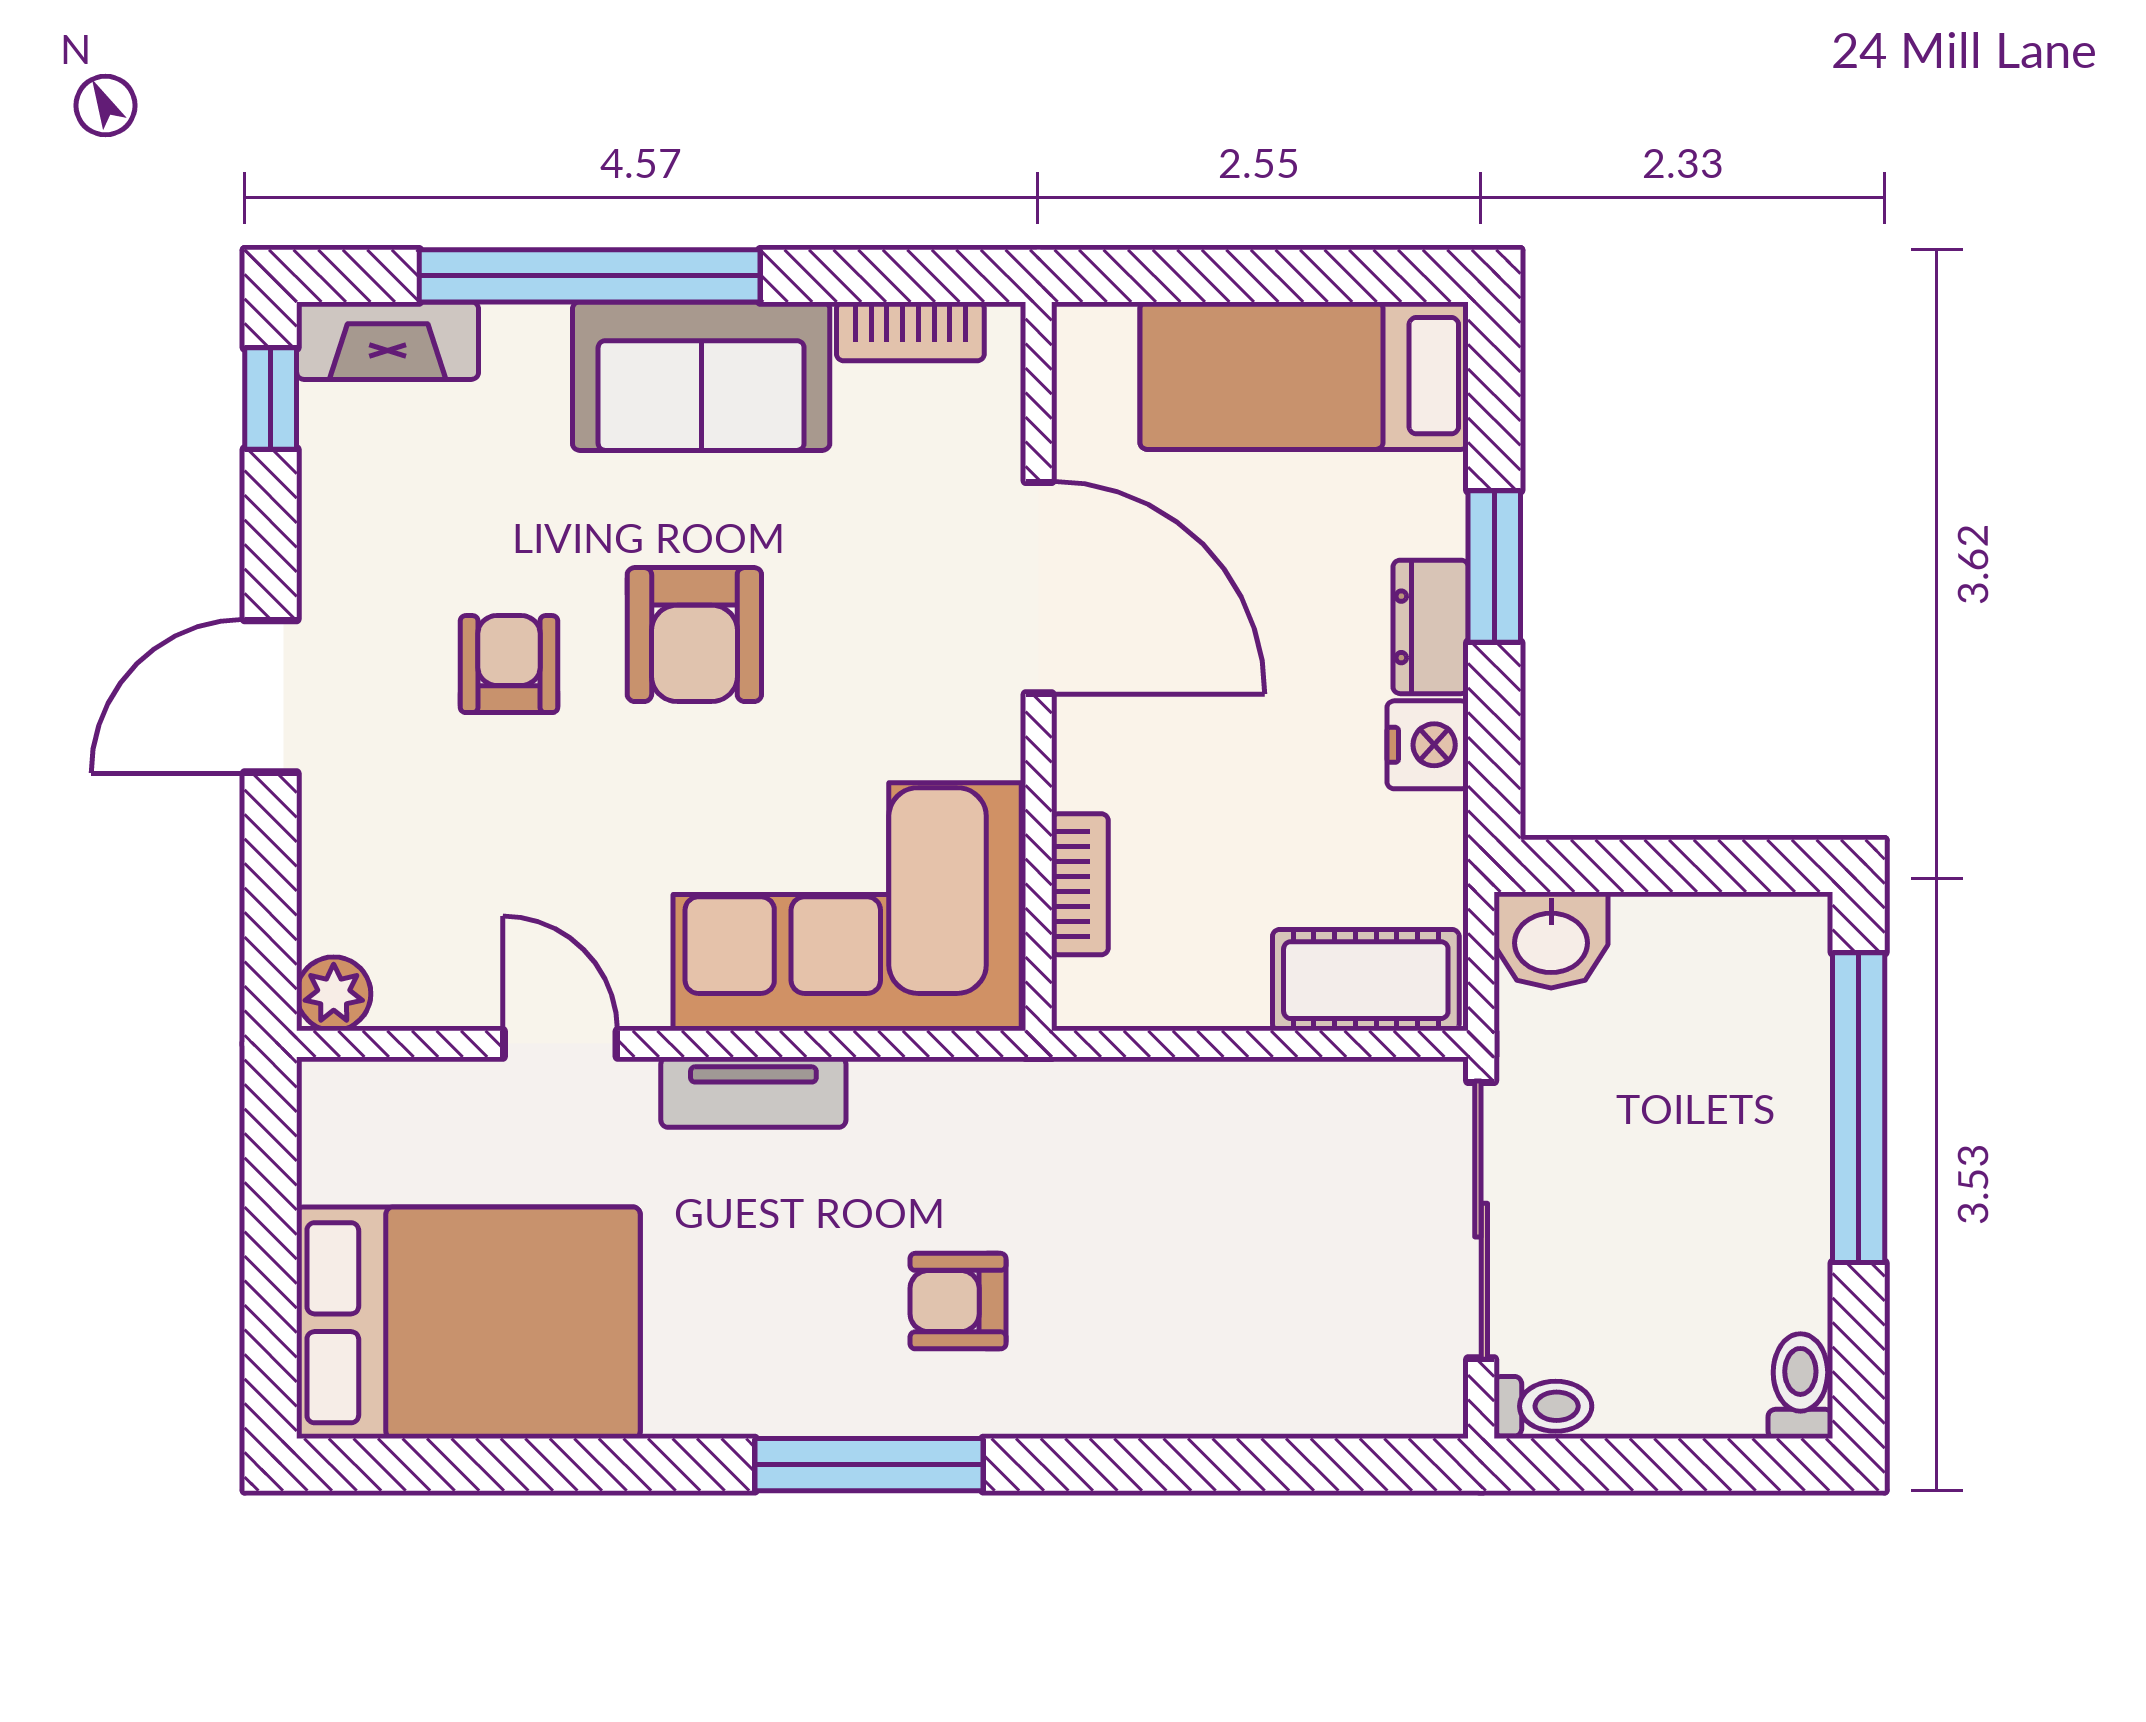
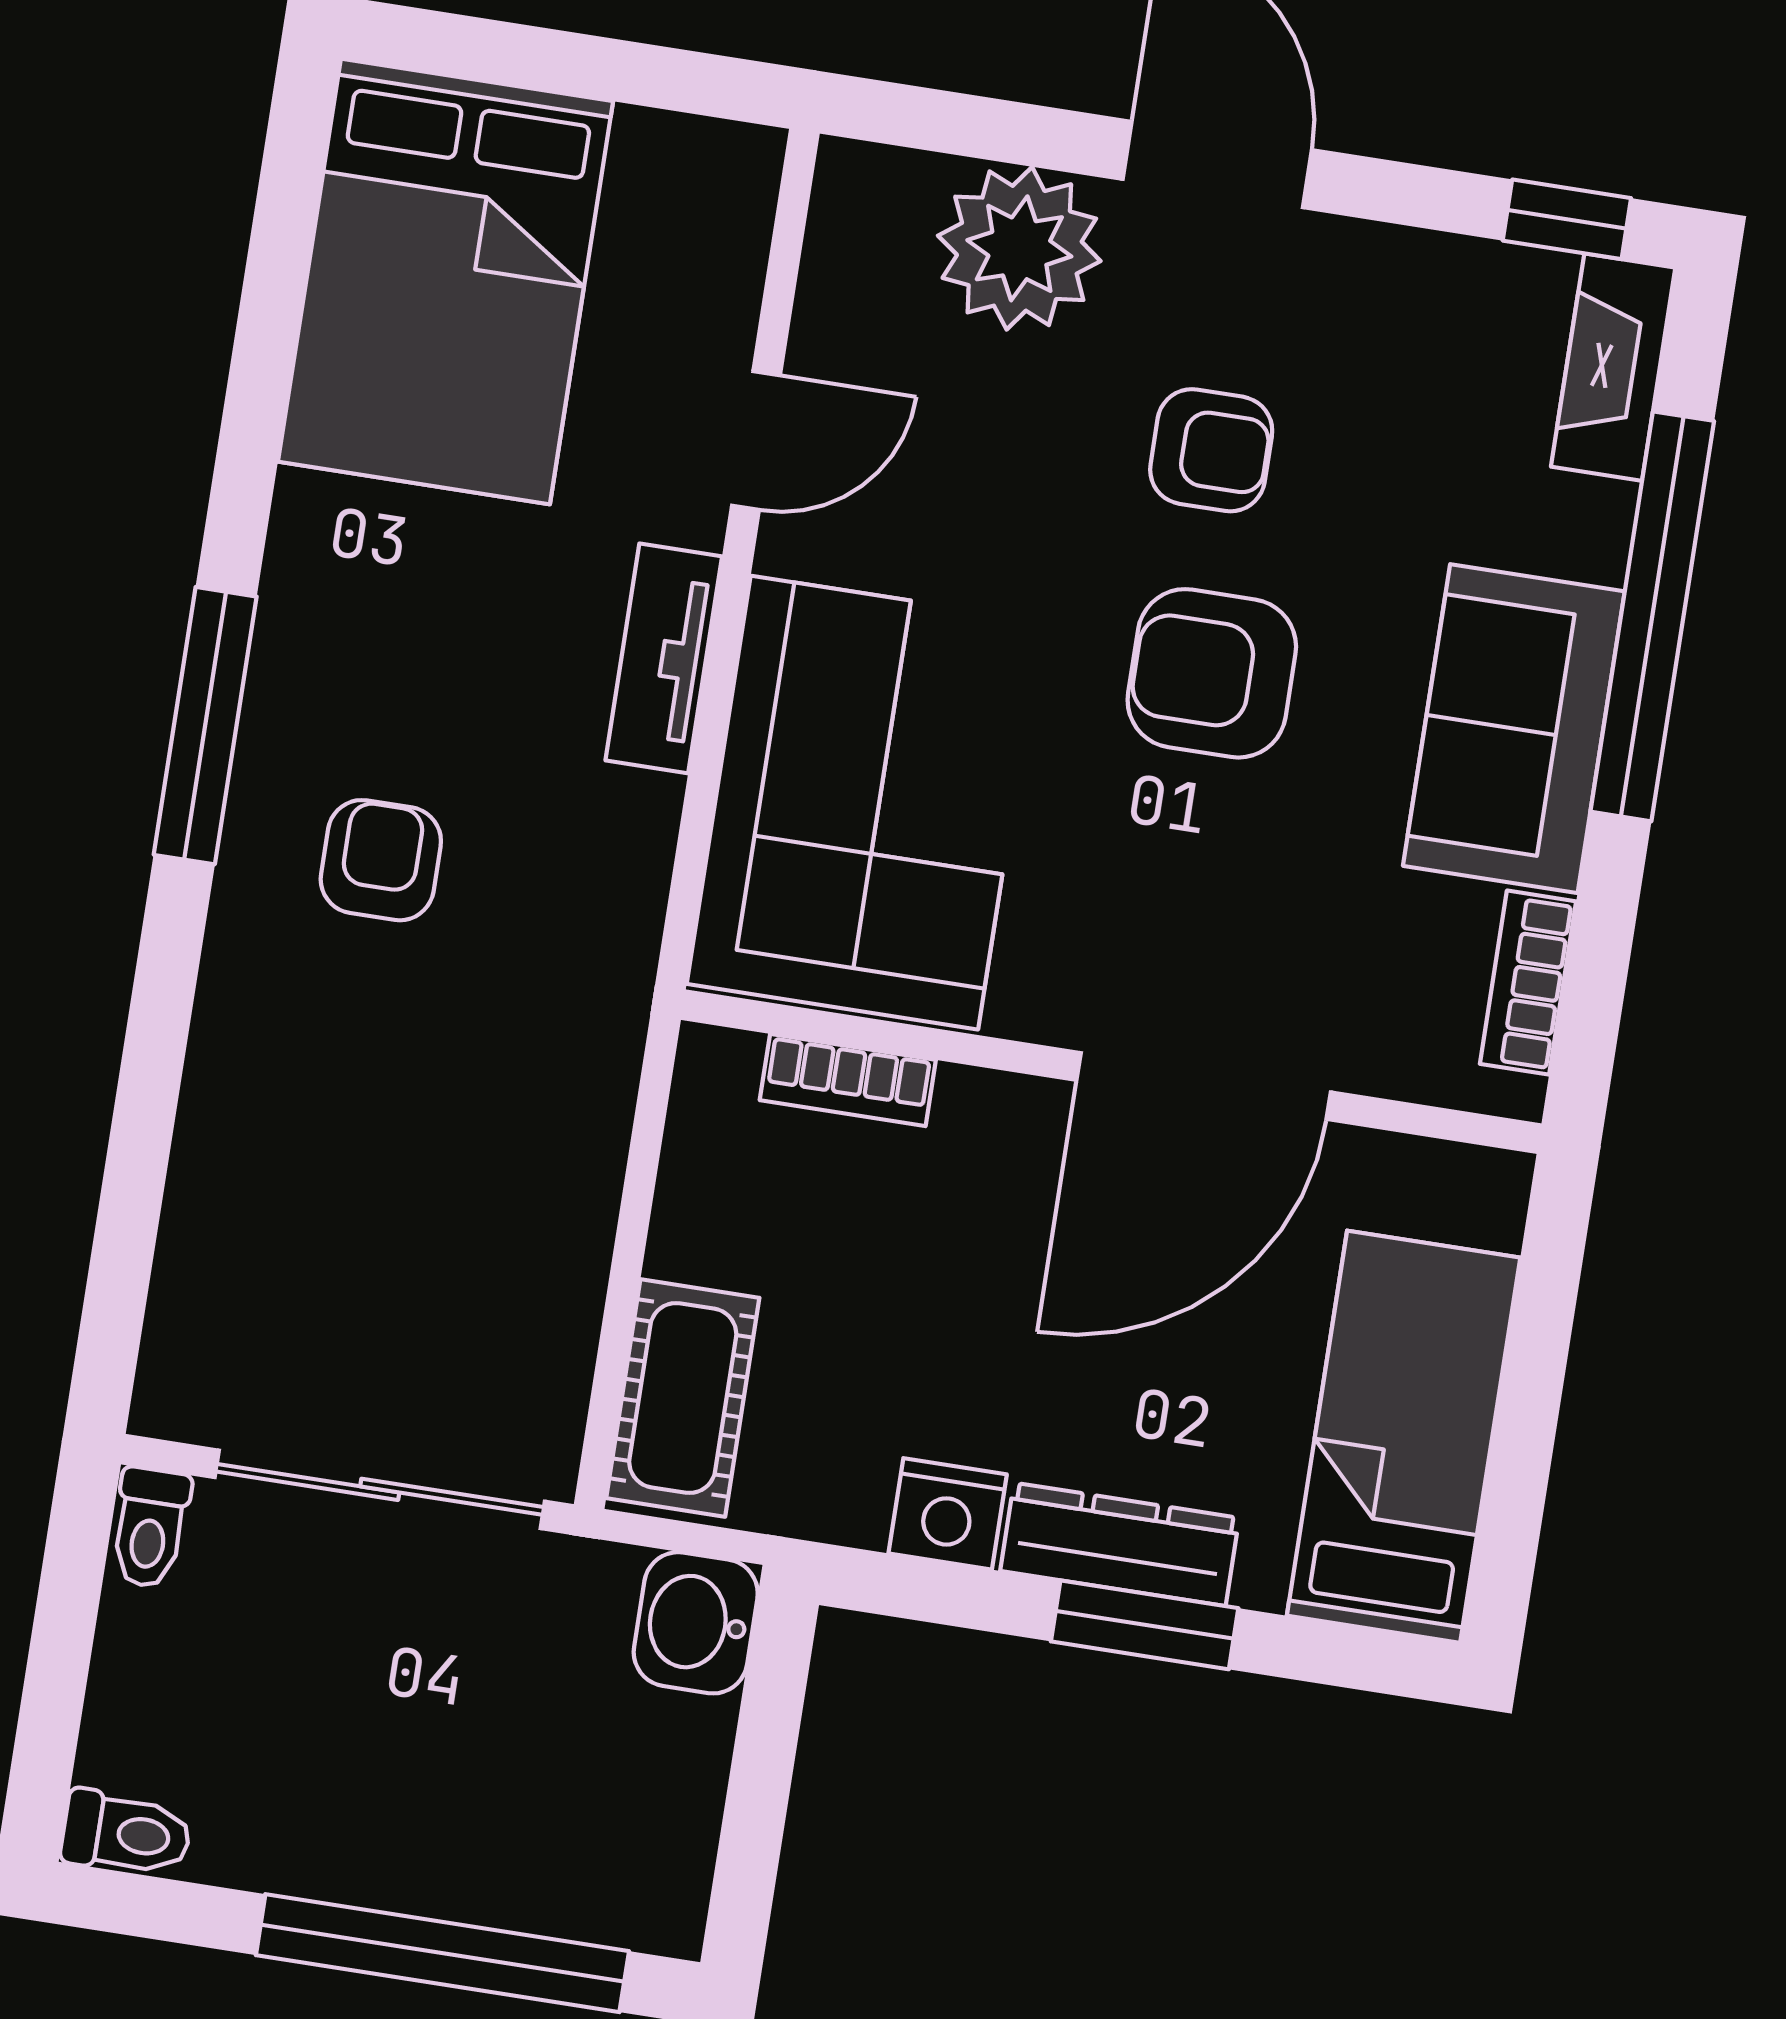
dresser: (1431, 627) -> (1120, 1544), width x1.44
plant: (334, 994) -> (1019, 248), moved, width x1.88, depth x1.88

